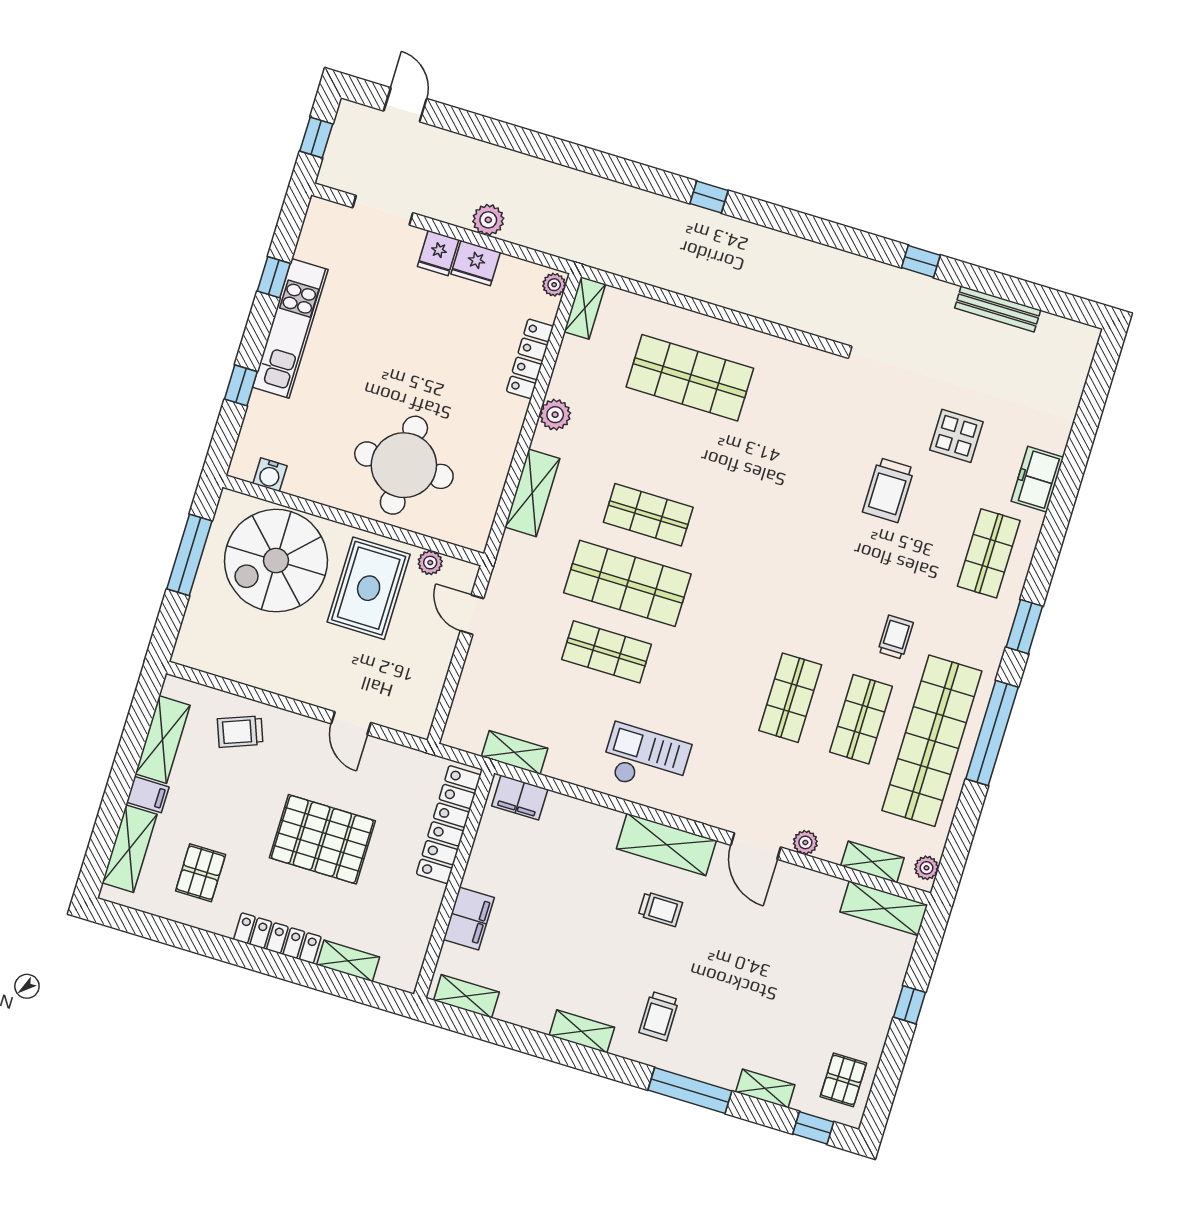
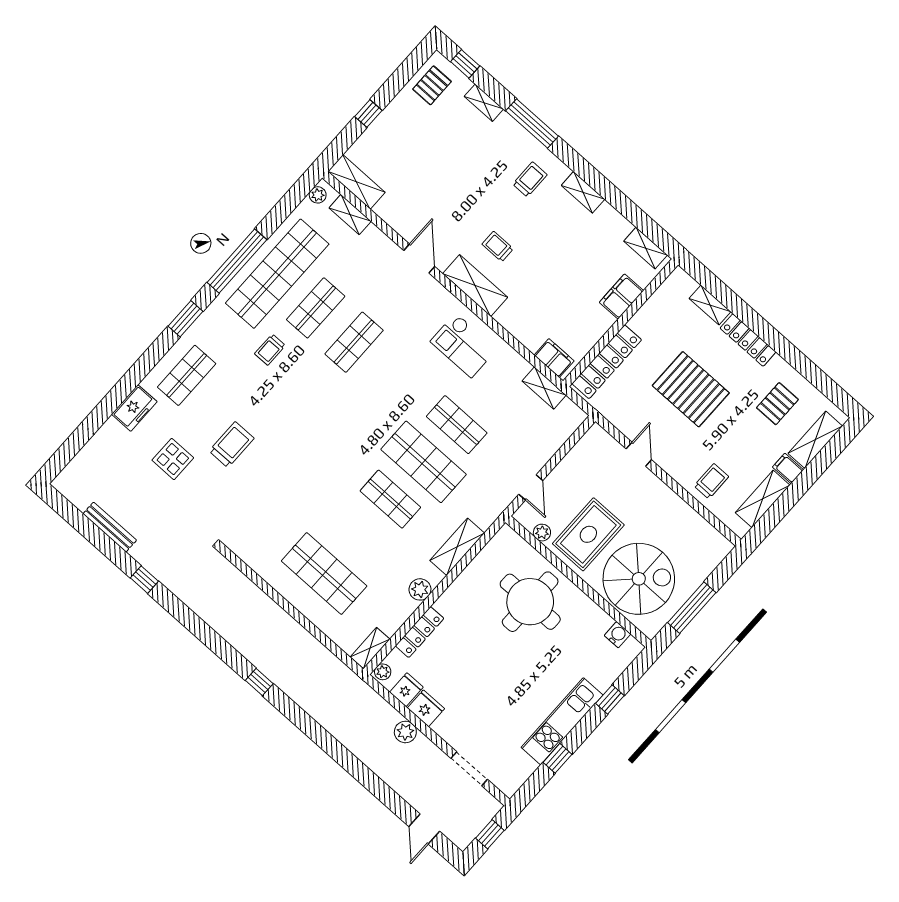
fridge: (438, 253) -> (406, 690), moved
trolley: (240, 732) -> (711, 481), turned -69
plant: (805, 842) -> (387, 246), removed

